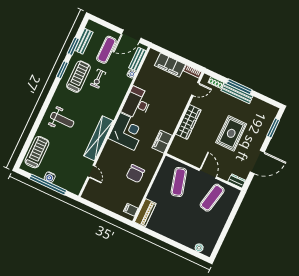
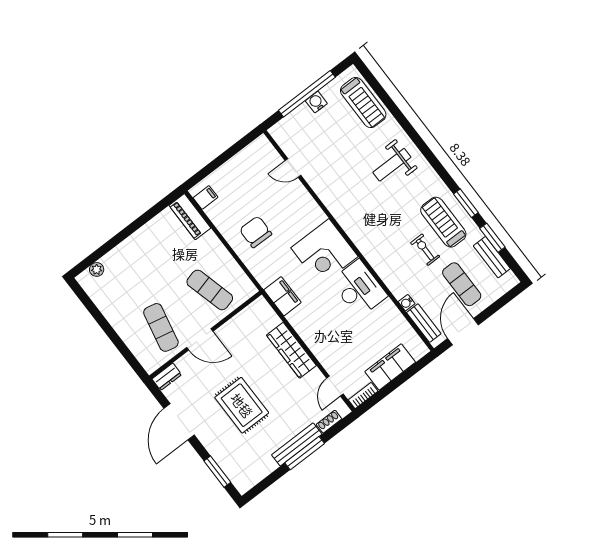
treadmill: (78, 77) -> (443, 222), turned 180
shelving: (98, 138) -> (336, 204), removed

